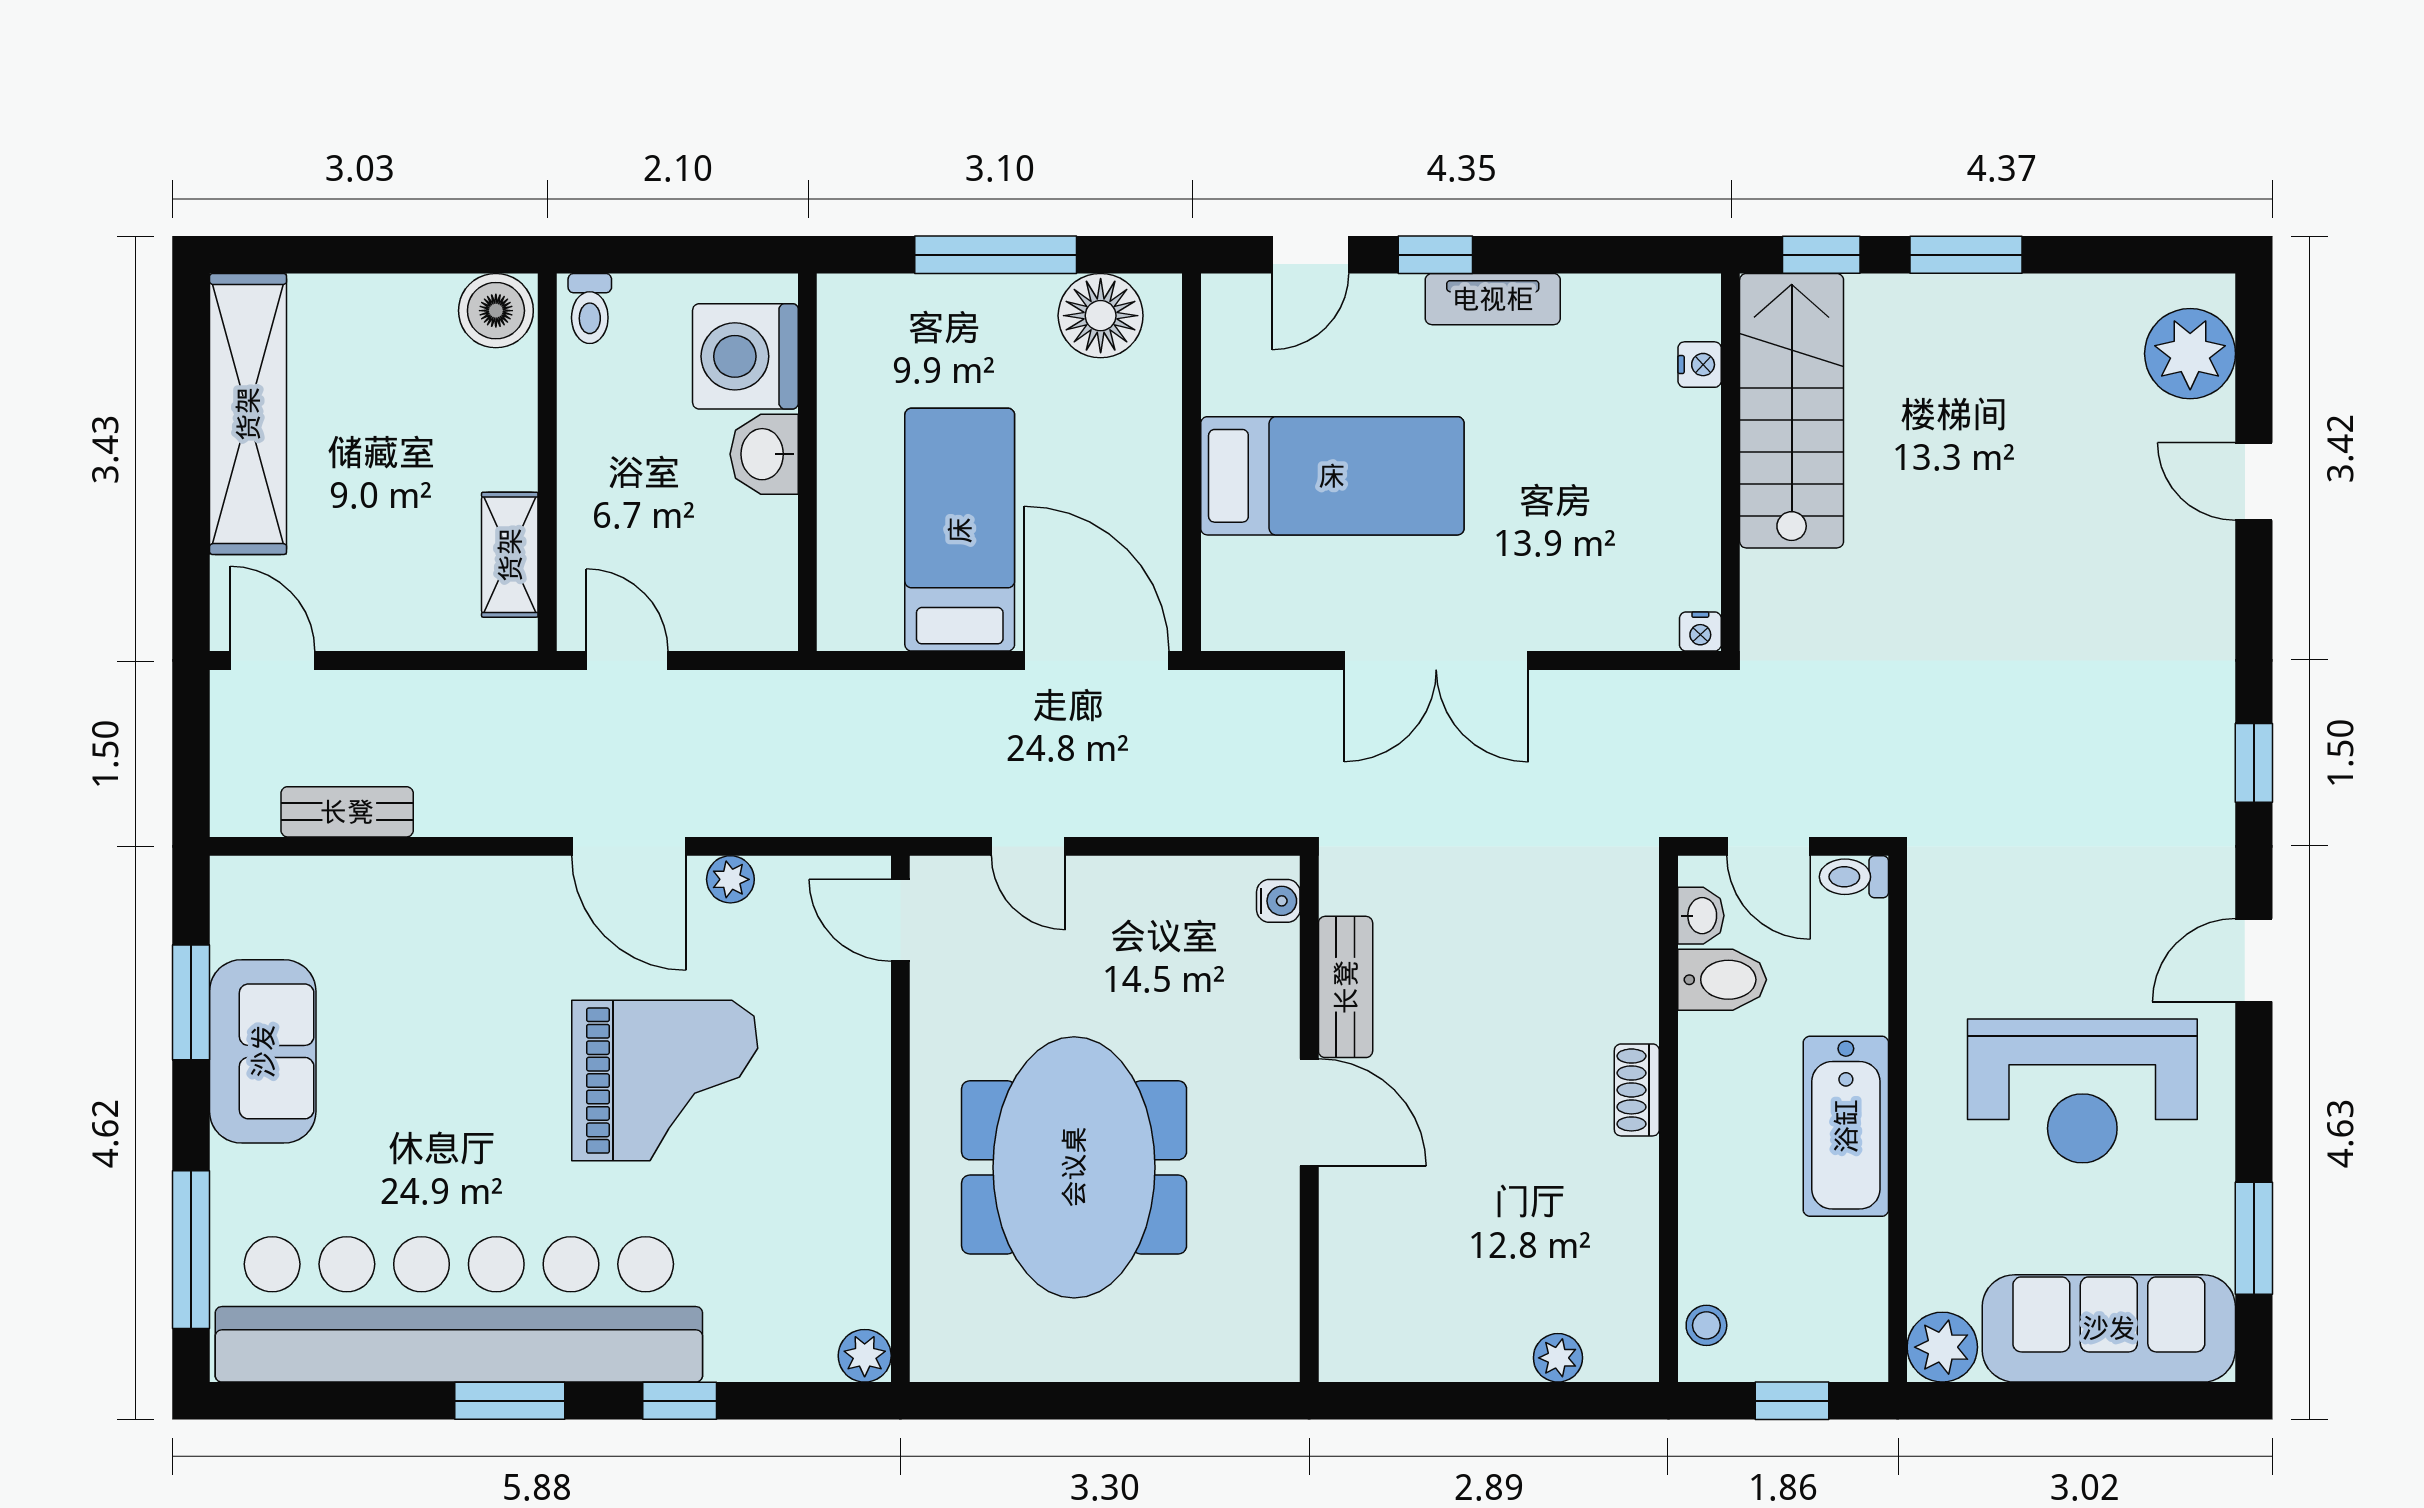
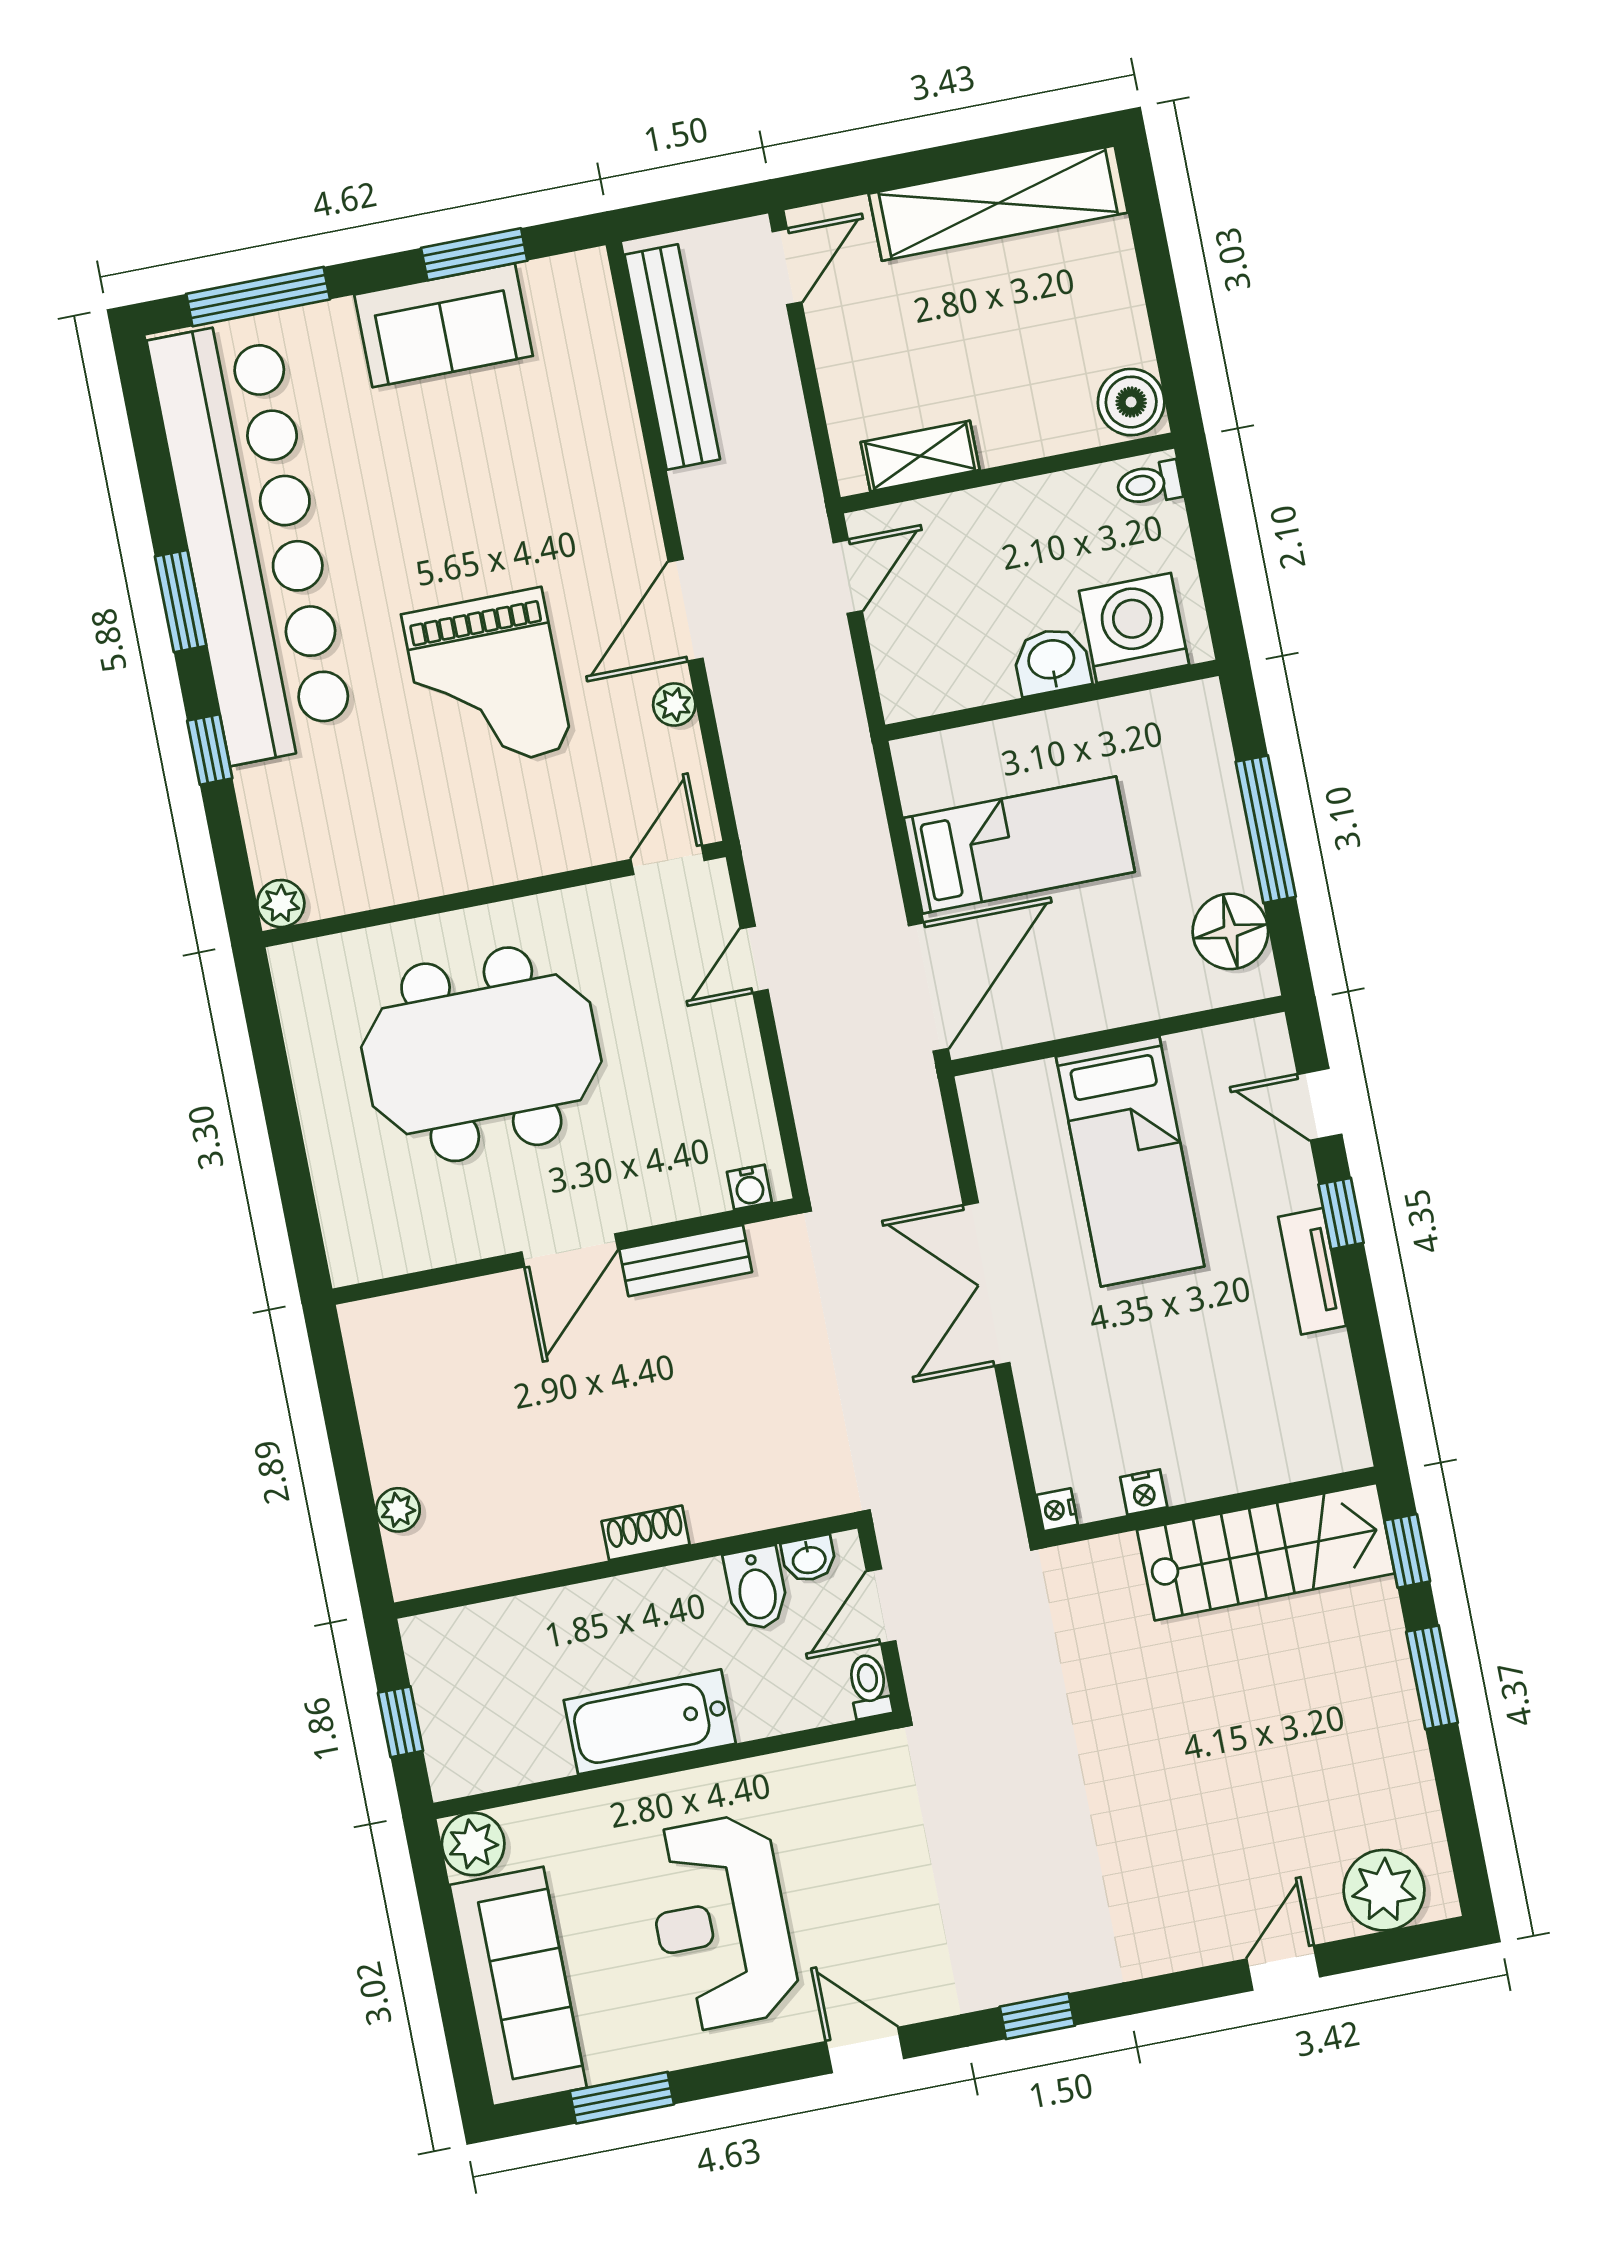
nightstand: (1700, 365) -> (1144, 1492), moved
bench: (347, 812) -> (672, 357), width x1.86, depth x1.21
stool: (1706, 1325) -> (452, 1634), removed

